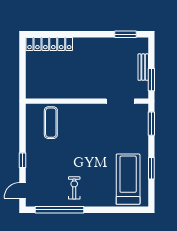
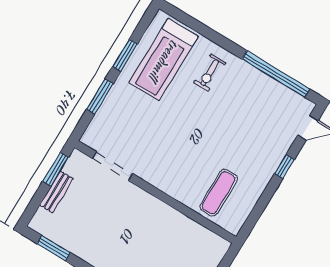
window: (151, 124) -> (100, 97), moved
exercise bike: (74, 188) -> (210, 73), moved

